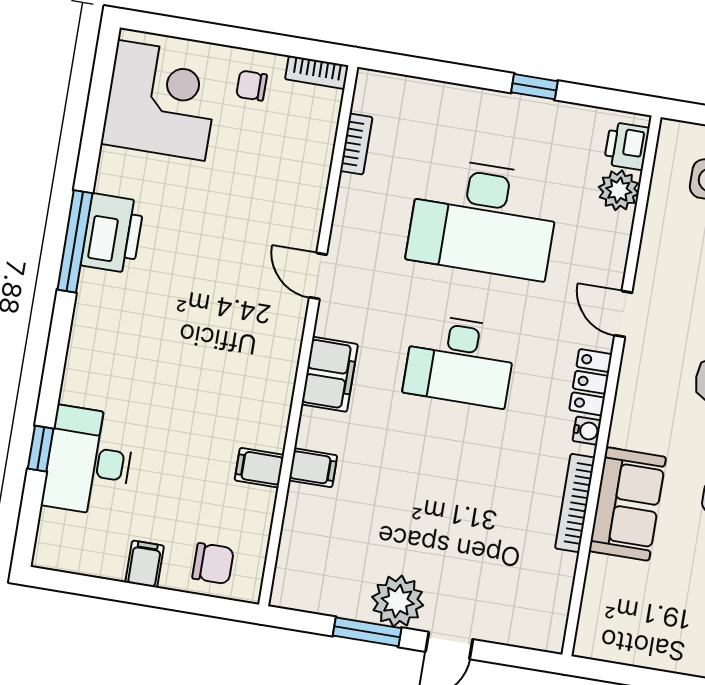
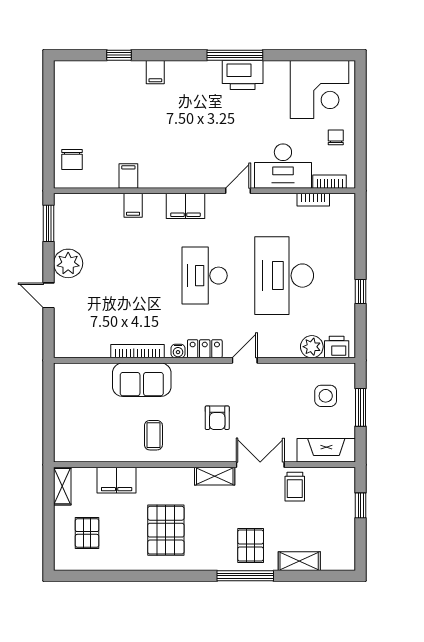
bookcase: (317, 72) -> (330, 182), moved, turned 90
desk: (89, 461) -> (283, 166), moved, turned 180
filing cabinet: (145, 564) -> (155, 72), moved, turned 90
window: (367, 632) -> (49, 223), moved

